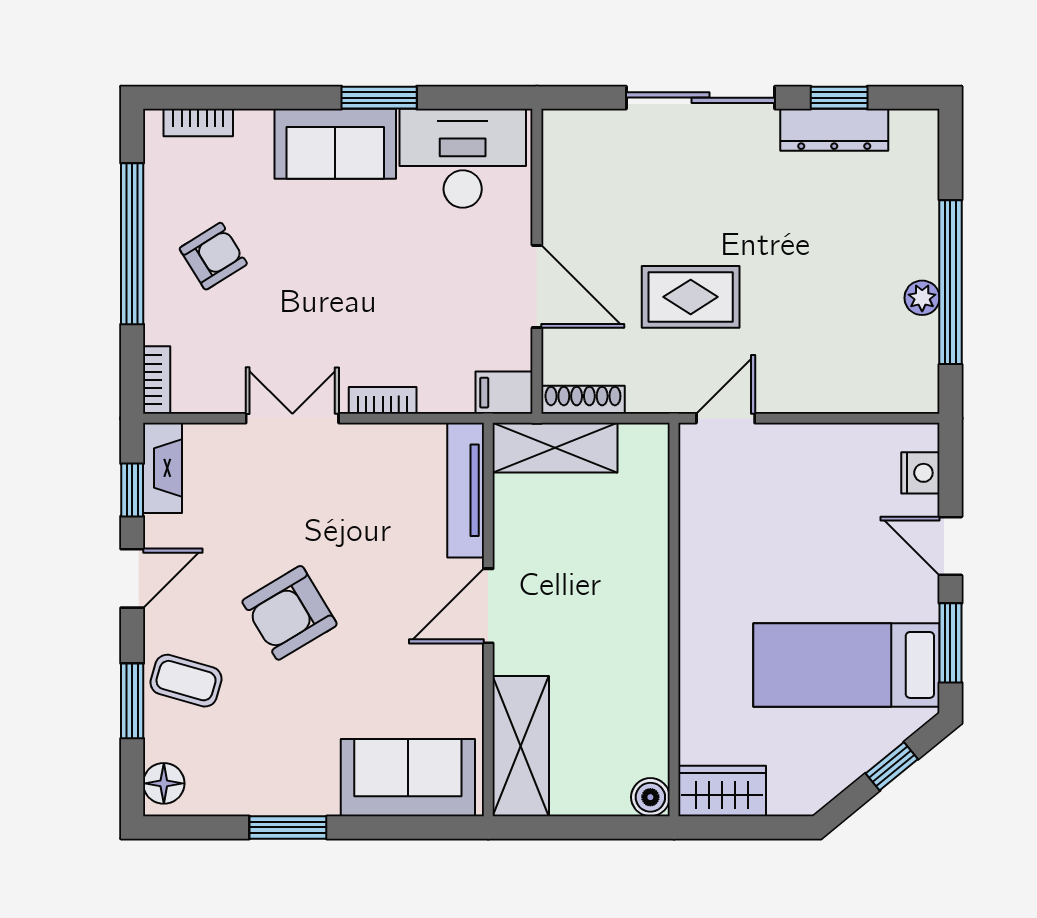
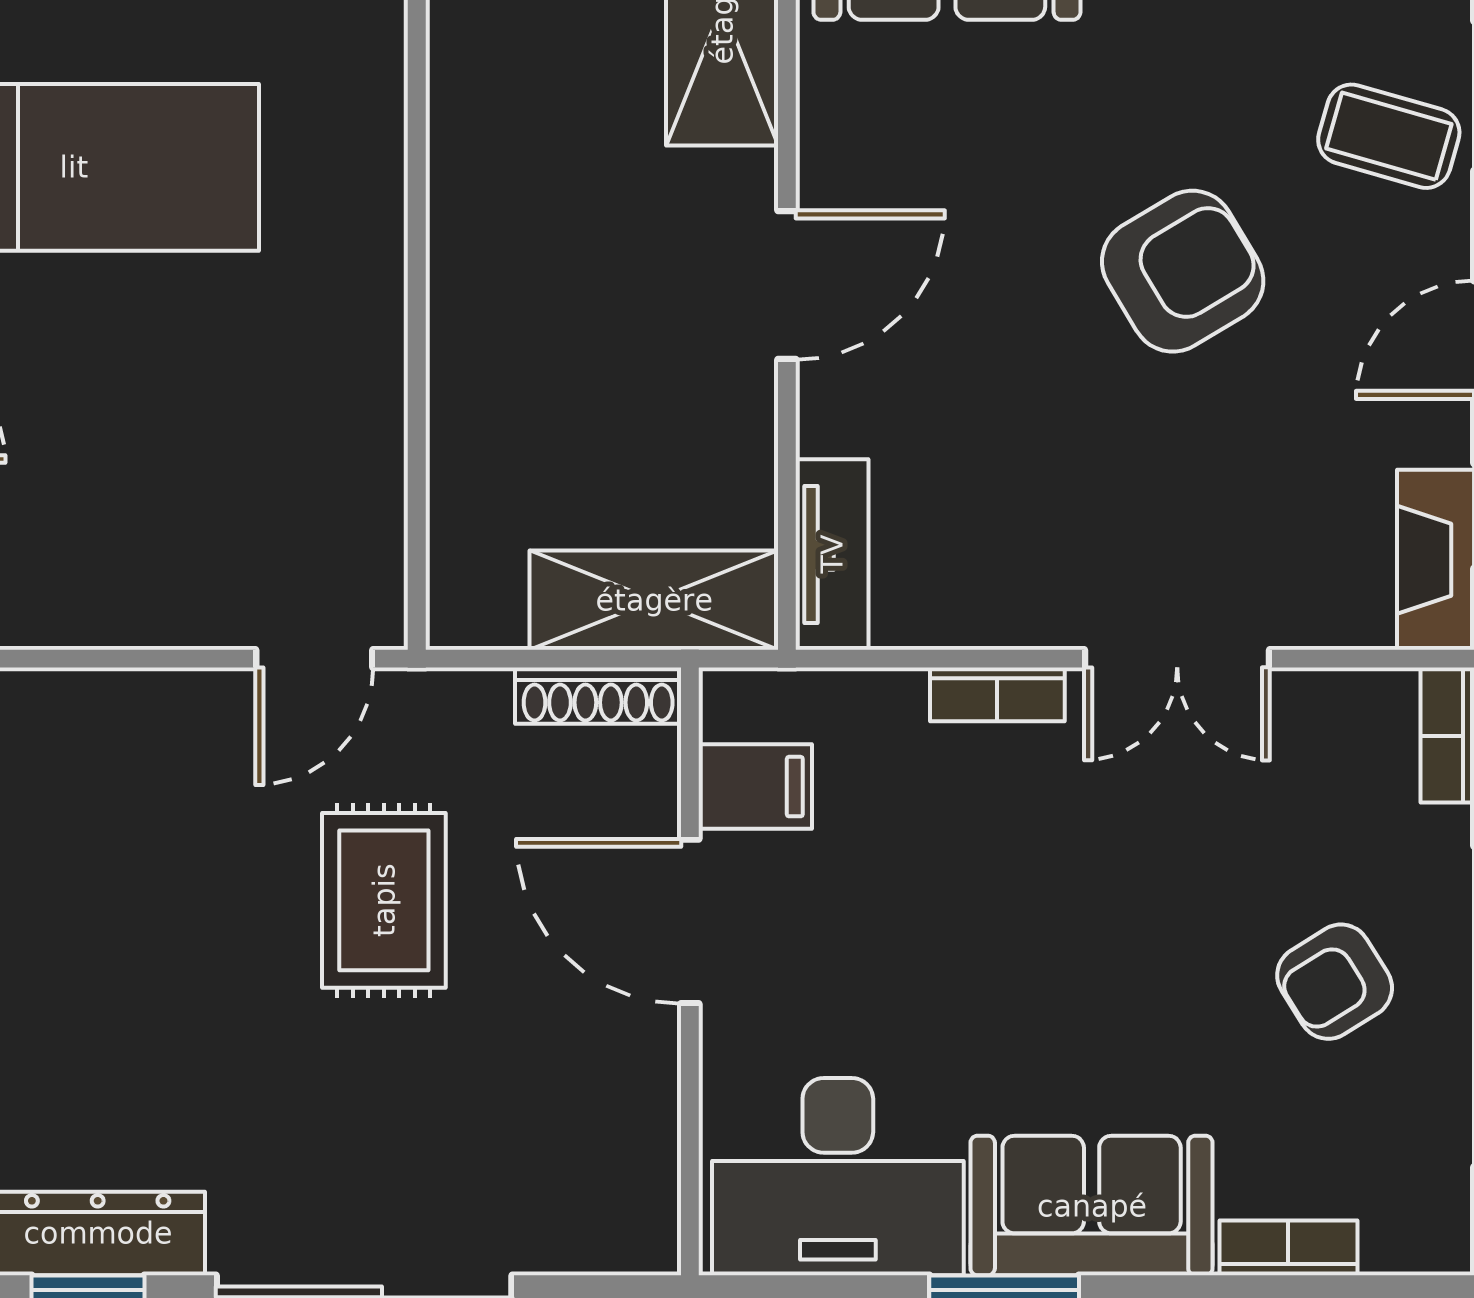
bookcase: (198, 122) -> (1288, 1248), moved
rug: (691, 297) -> (384, 900), turned 90
filing cabinet: (504, 393) -> (755, 787), moved
tv unit: (466, 490) -> (832, 554), width x0.71

